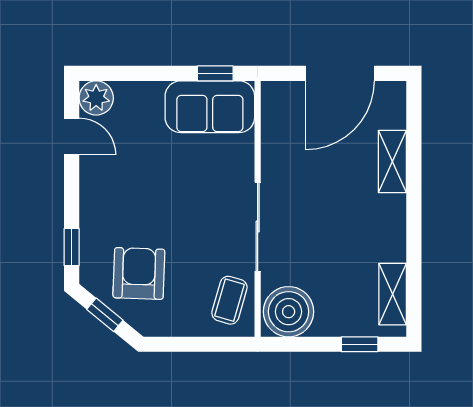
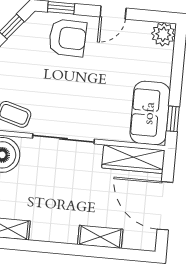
wardrobe: (278, 125) -> (133, 159), added
door: (72, 137) -> (113, 12), moved
armchair: (139, 273) -> (67, 38), moved

